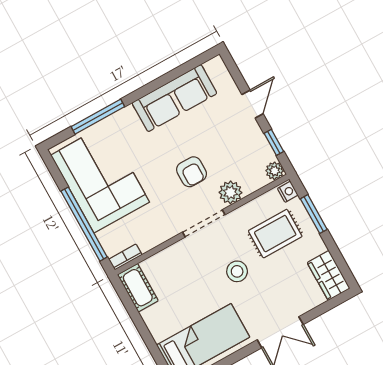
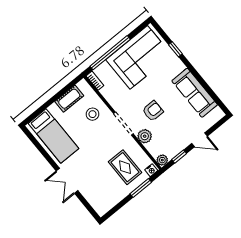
window: (98, 117) -> (175, 49), width x0.46
armchair: (192, 172) -> (153, 111), turned 180
stool: (237, 271) -> (93, 114), moved
wardrobe: (329, 276) -> (106, 203), removed
cot: (138, 288) -> (69, 99), moved

